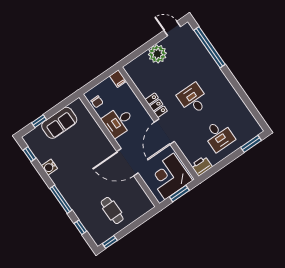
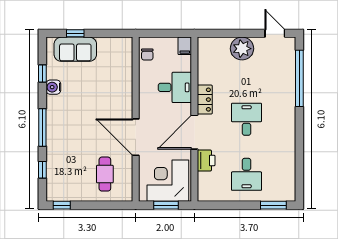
desk: (118, 122) -> (175, 87), moved, turned 180
sofa: (59, 123) -> (75, 49), moved
window: (29, 154) -> (42, 73), moved
printer: (202, 166) -> (206, 161), moved, turned 90
cafe table: (112, 211) -> (105, 174), moved

